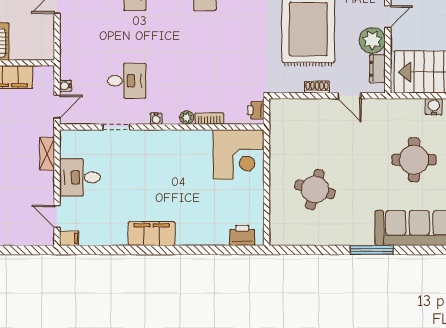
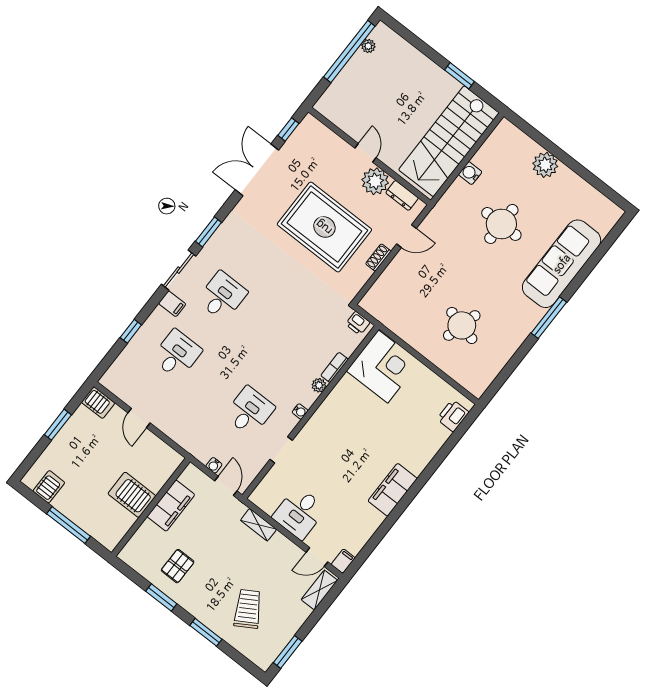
shelving: (34, 237) -> (319, 590), added

